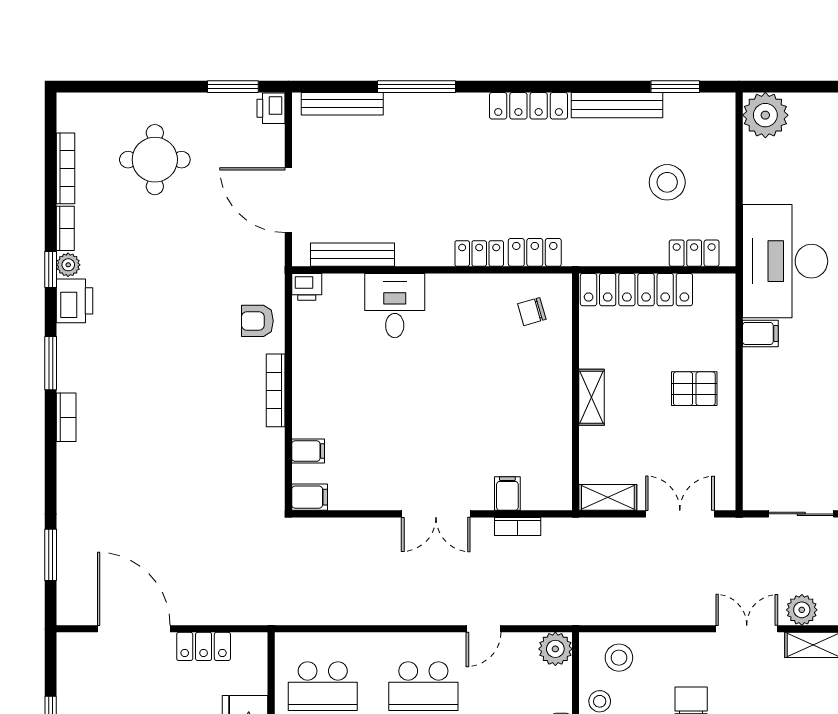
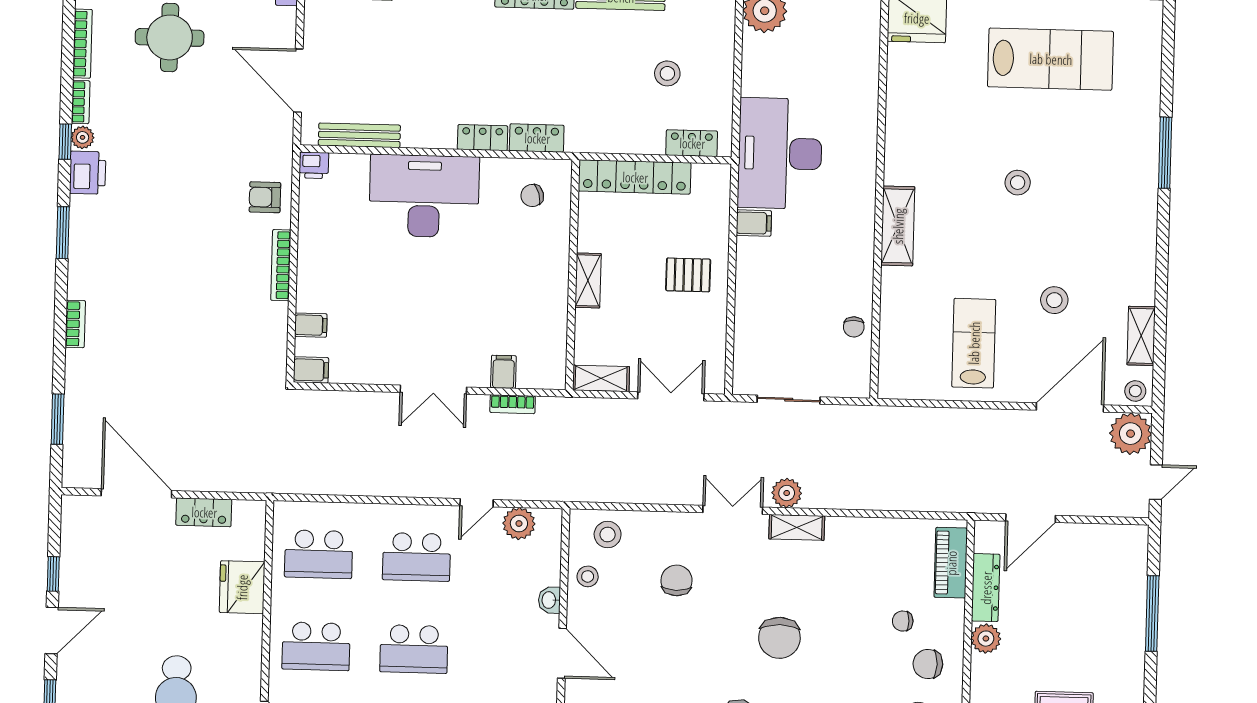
stool: (667, 182) -> (667, 73), width x0.73, depth x0.73
desk: (395, 306) -> (424, 196), width x1.87, depth x1.30
bookcase: (66, 417) -> (75, 324), moved
plant: (555, 649) -> (519, 524), moved

